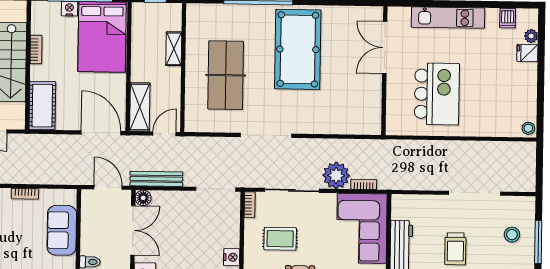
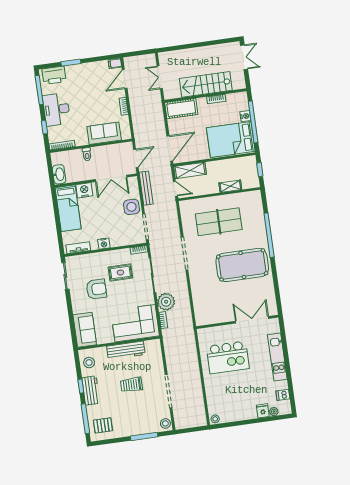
floor lamp: (143, 198) -> (133, 182), removed
side table: (182, 206) -> (132, 207), added
stool: (512, 235) -> (165, 423), moved
rug: (280, 239) -> (120, 273), turned 90

